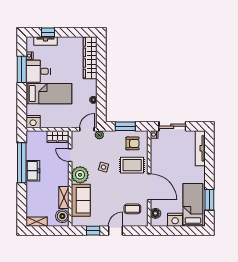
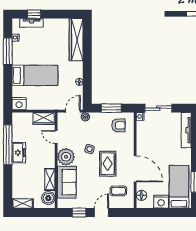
desk: (38, 71) -> (24, 53), removed
rug: (132, 165) -> (108, 164), moved, turned 90

